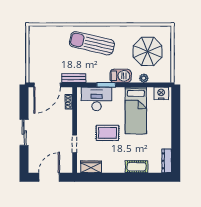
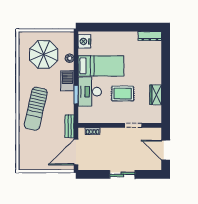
door: (47, 85) -> (76, 152), swing flipped
desk: (97, 99) -> (90, 92), moved
rug: (107, 133) -> (123, 94), turned 90
wardrobe: (91, 167) -> (156, 95), moved
cot: (137, 167) -> (156, 65), removed

